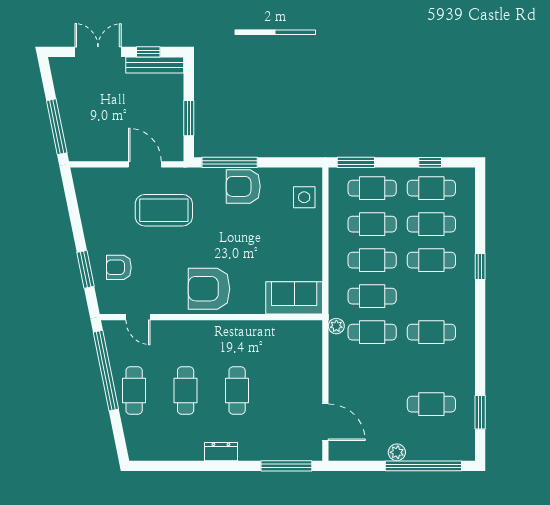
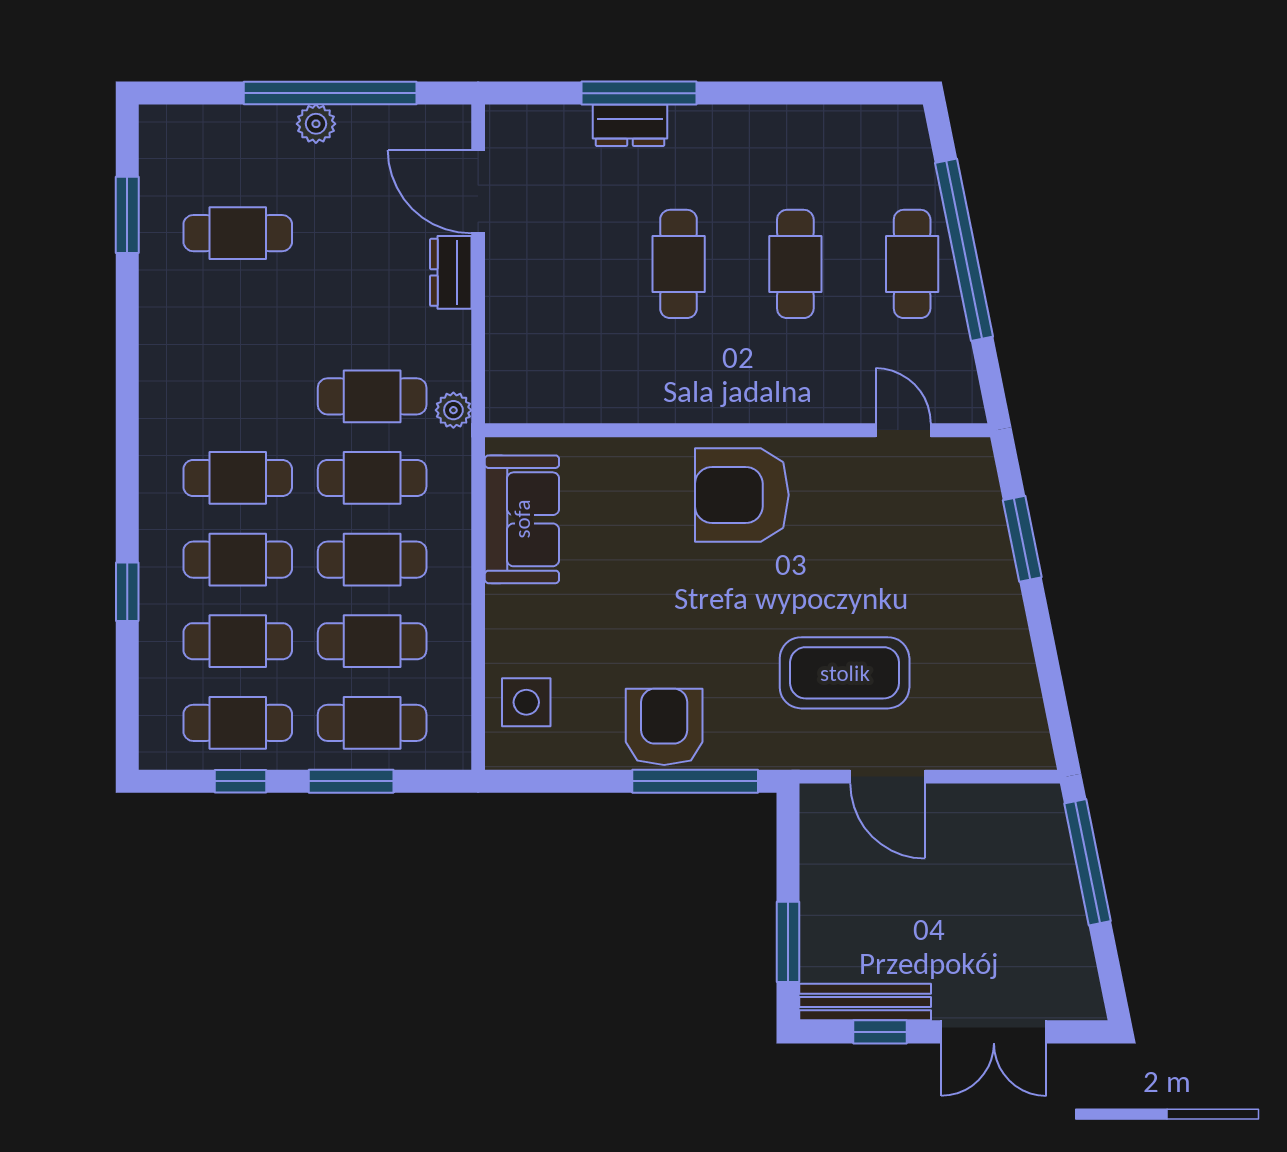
window: (189, 118) -> (788, 942), moved
window: (356, 162) -> (351, 781), moved
armchair: (243, 186) -> (664, 727), turned -90
armchair: (119, 267) -> (946, 543), removed
window: (480, 267) -> (127, 592), moved
armchair: (209, 289) -> (742, 495), turned 180
sofa: (294, 298) -> (522, 519), moved, turned -90
cafe table: (431, 332) -> (238, 478), moved
window: (106, 371) -> (964, 250), moved
dresser: (337, 387) -> (451, 272), added
dresser: (221, 452) -> (630, 125), moved
window: (286, 466) -> (639, 93), moved
window: (423, 466) -> (330, 93), moved

